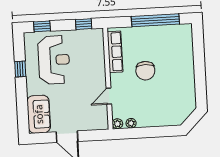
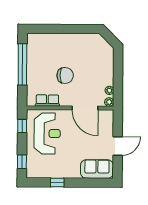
row of seats: (115, 52) -> (47, 100), width x0.68
reception desk: (54, 60) -> (47, 133), moved, turned 90
door: (109, 96) -> (85, 108), width x1.87

